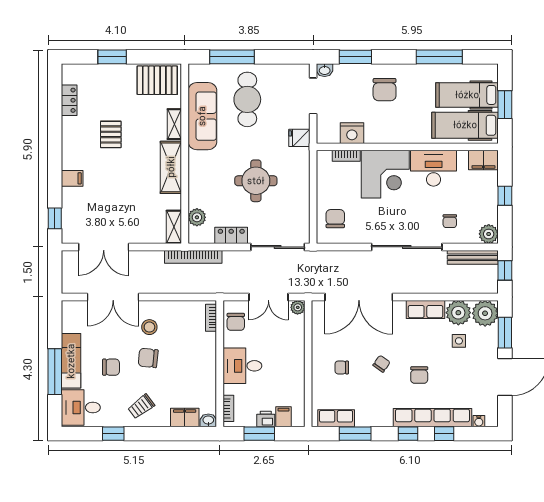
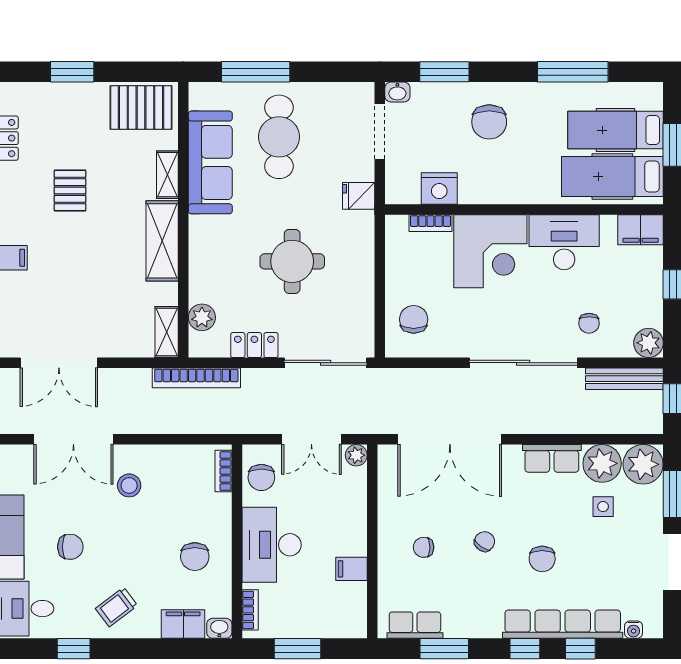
chair: (148, 358) -> (195, 557), moved, turned -96
desk: (242, 366) -> (272, 545), width x1.37
filing cabinet: (284, 417) -> (351, 569), moved, turned -90
printer: (266, 419) -> (307, 626), removed

